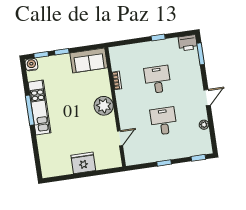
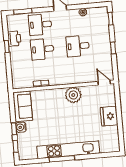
printer: (188, 43) -> (14, 39), moved
water cooler: (31, 65) -> (21, 127), moved
desk: (186, 75) -> (40, 25), added
plant: (104, 106) -> (73, 95), moved
kitchen unit: (39, 108) -> (68, 150), width x1.36
door: (120, 138) -> (104, 83), moved

